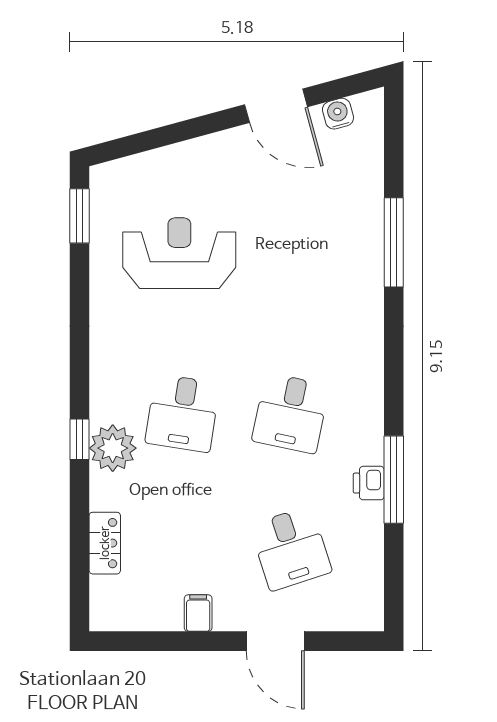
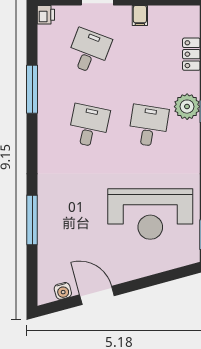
reception desk: (179, 253) -> (150, 214), width x1.36, depth x1.30
printer: (369, 483) -> (46, 15), moved
desk: (291, 548) -> (89, 51), turned 39

